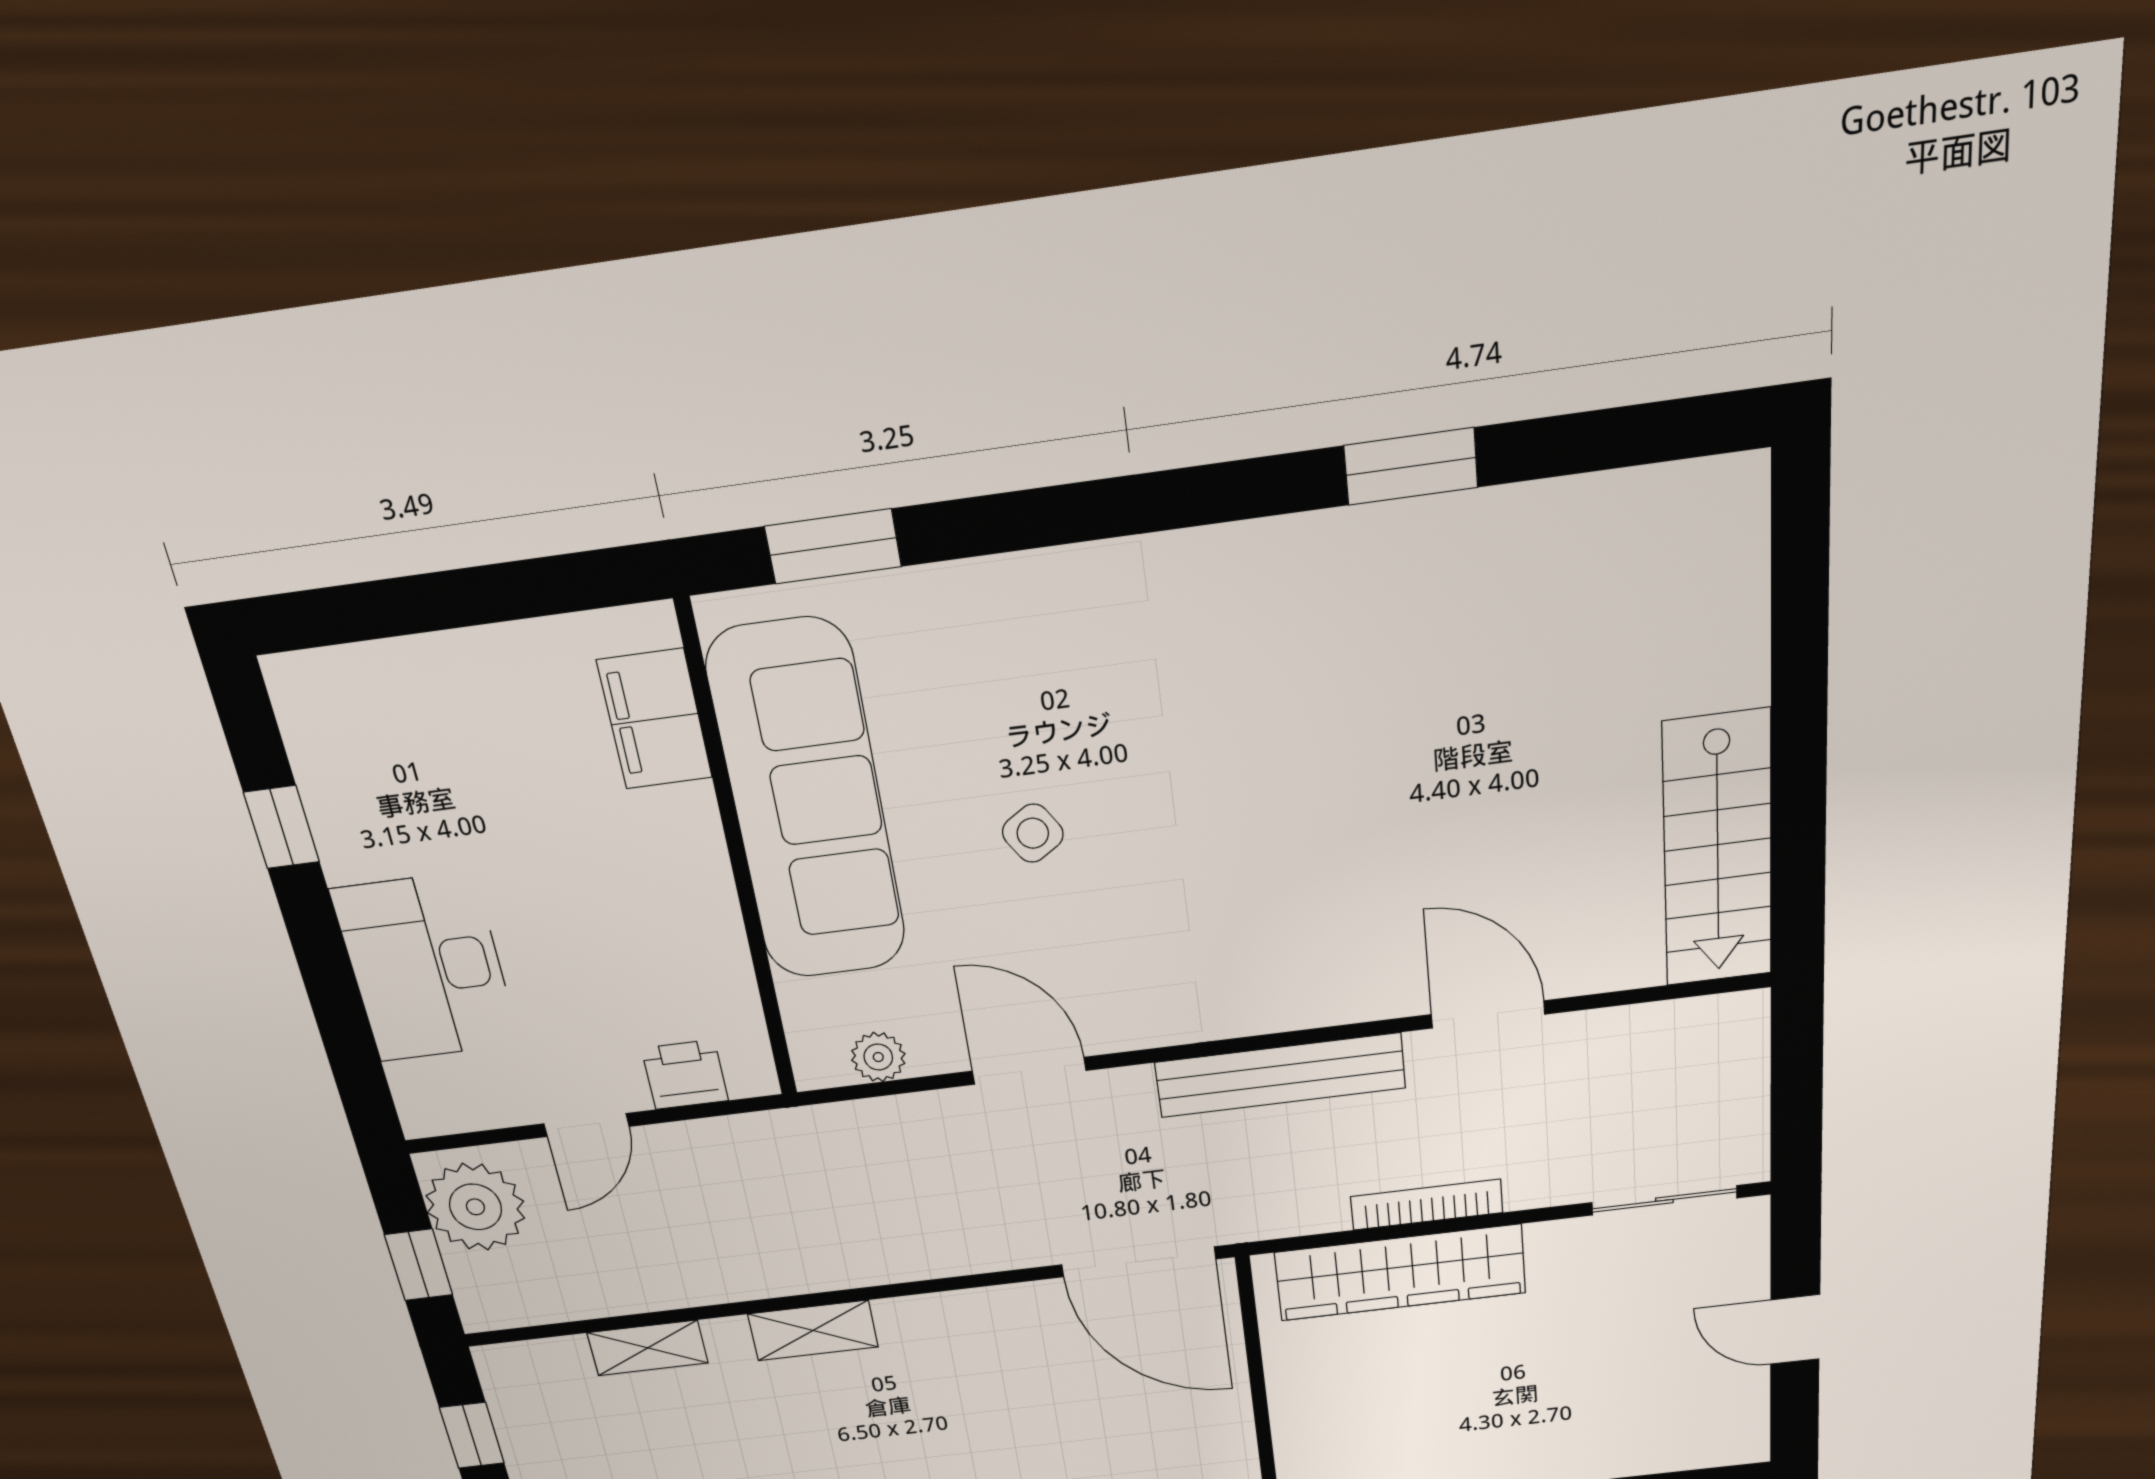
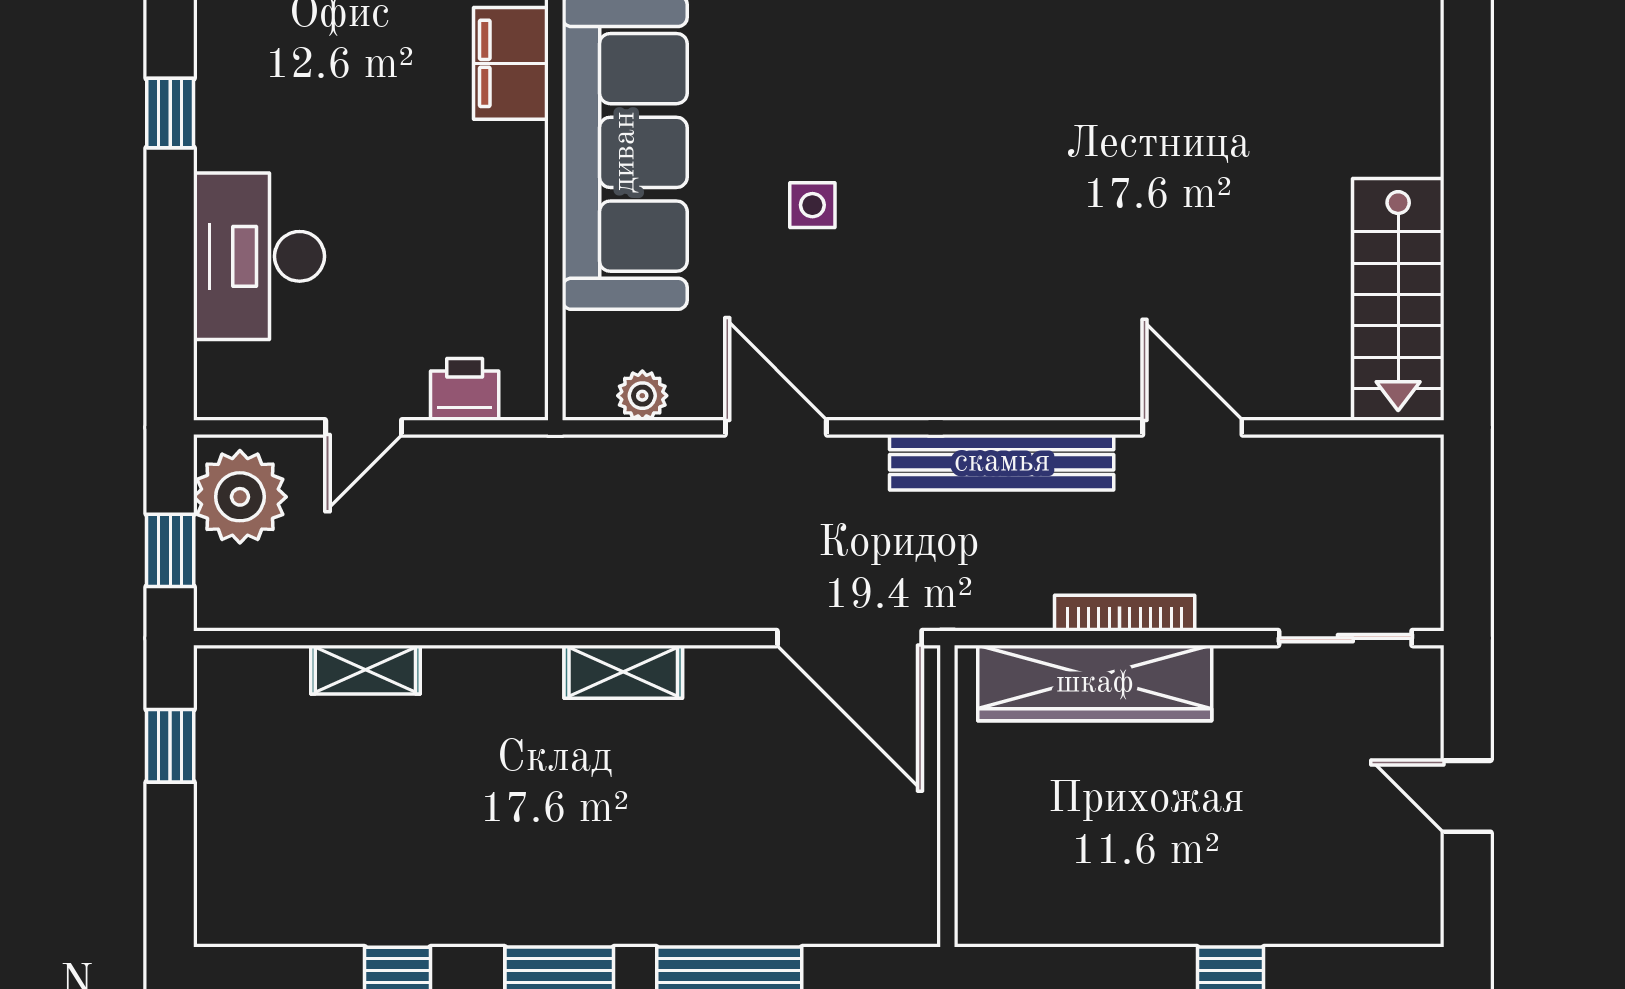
side table: (1033, 833) -> (812, 205), turned 33
shelving: (813, 1331) -> (623, 672), moved

